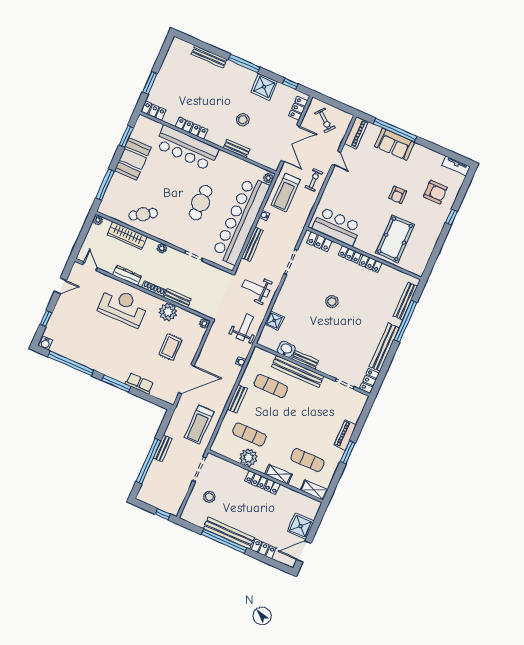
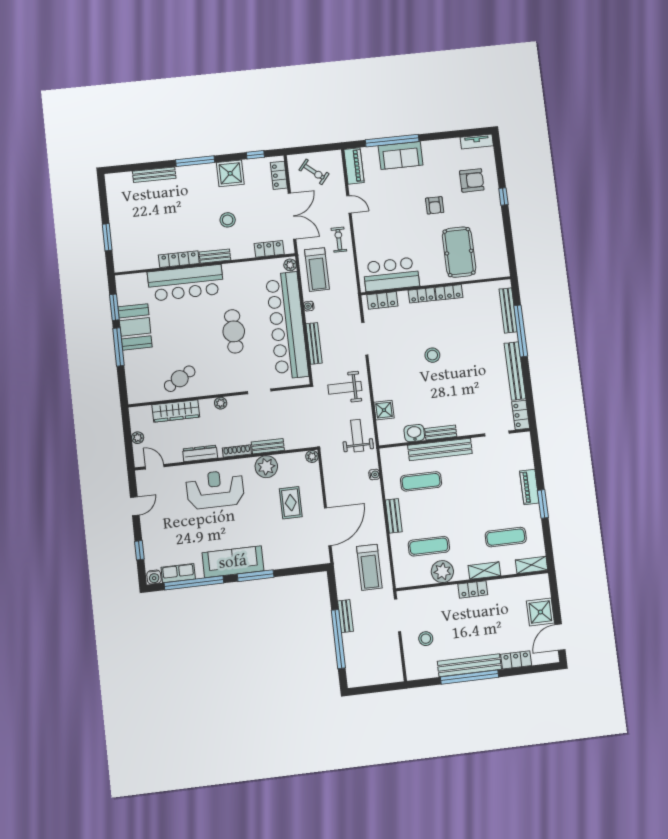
locker: (154, 111) -> (269, 249), moved
bench: (237, 149) -> (215, 256), moved
window: (105, 185) -> (118, 347), moved
plant: (98, 220) -> (138, 438), moved
sofa: (106, 365) -> (233, 562), added
row of seats: (139, 384) -> (178, 573), moved
locker: (262, 483) -> (473, 589), width x0.66
window: (163, 514) -> (387, 687), removed

